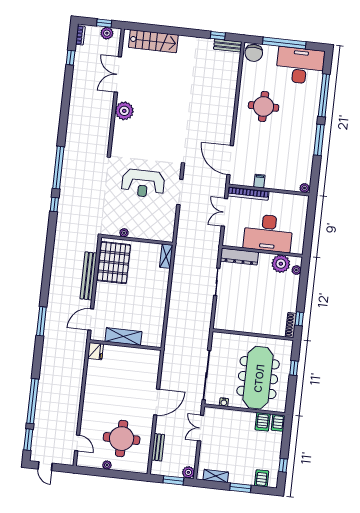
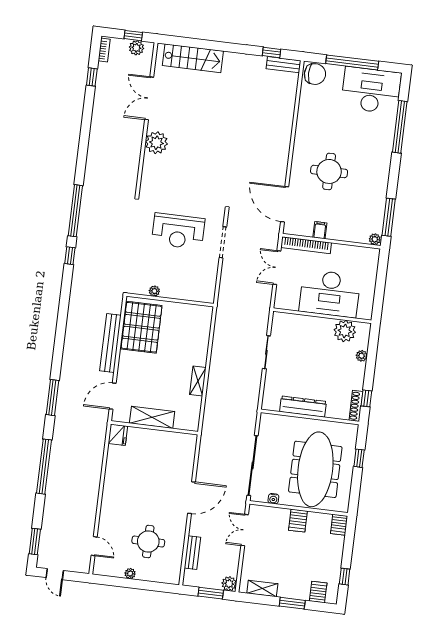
chair: (254, 53) -> (315, 74), turned -90
round table: (264, 106) -> (329, 171), moved
window: (319, 140) -> (389, 217), moved
shelving: (166, 256) -> (198, 381), moved
dresser: (239, 257) -> (303, 407), moved, turned 180
plant: (296, 270) -> (362, 356), moved
window: (33, 401) -> (44, 467), moved
server rack: (263, 422) -> (298, 521), moved
round table: (122, 439) -> (148, 541), width x0.73, depth x0.73

